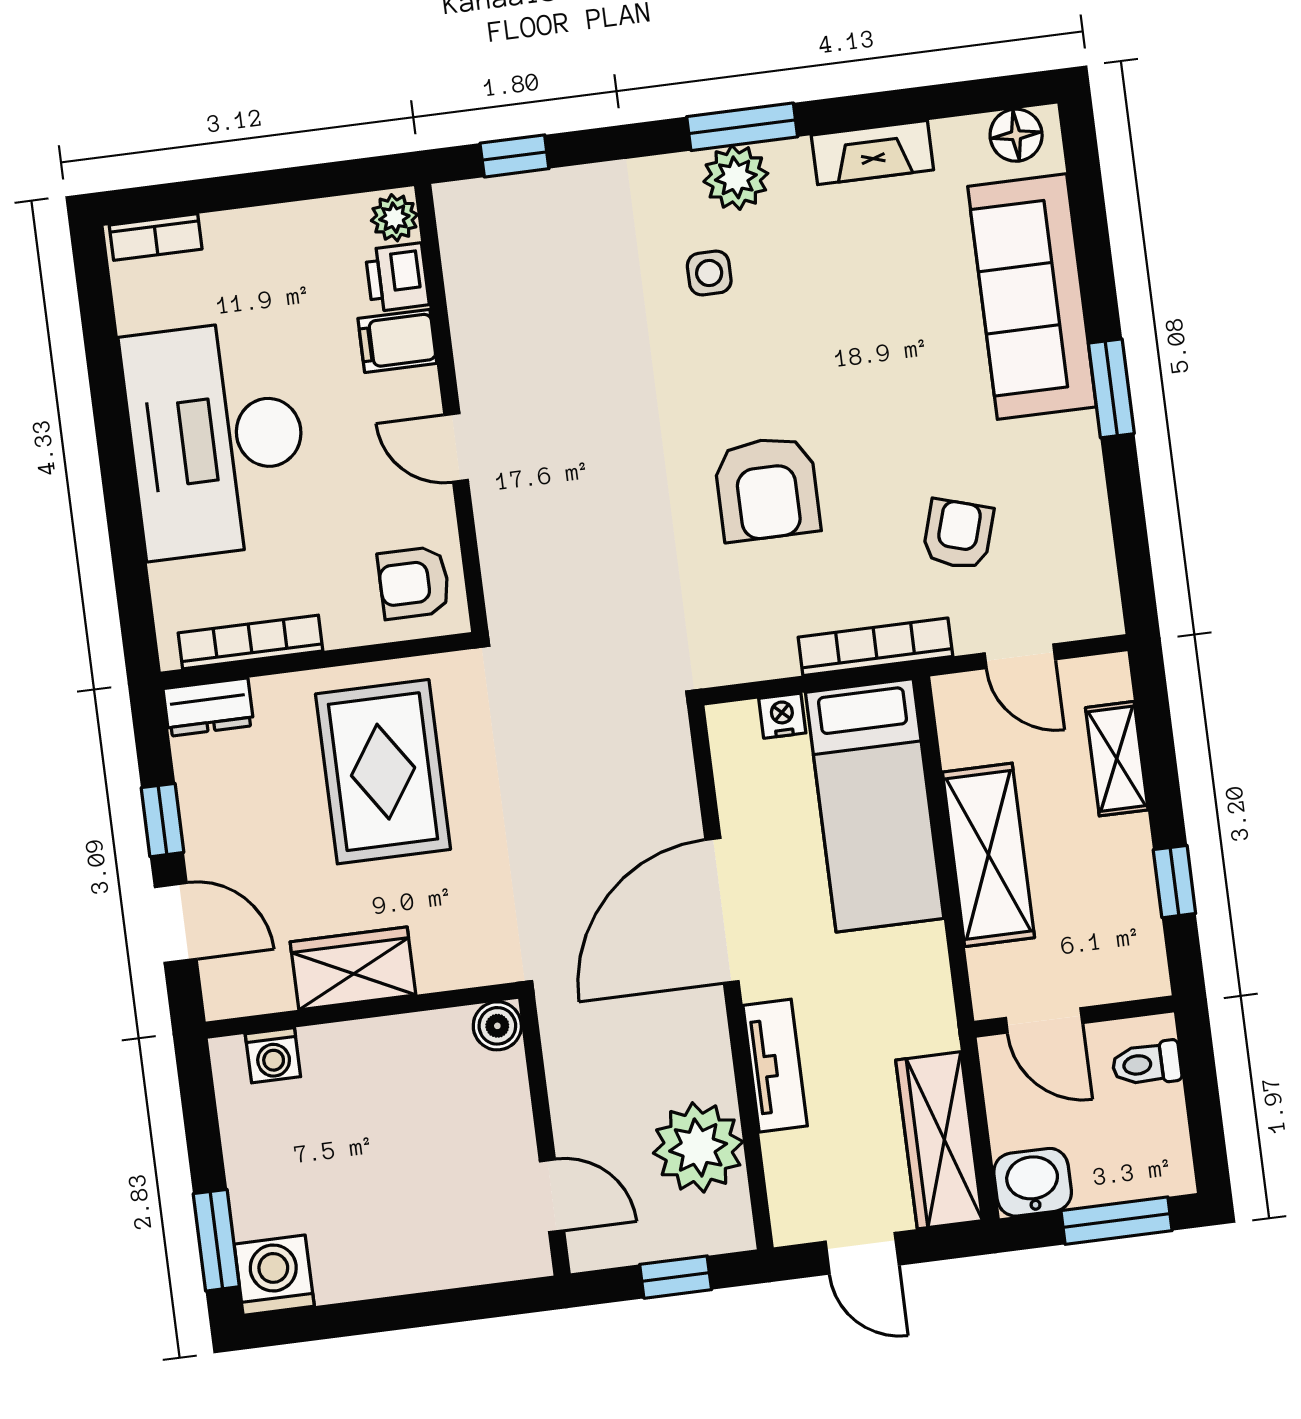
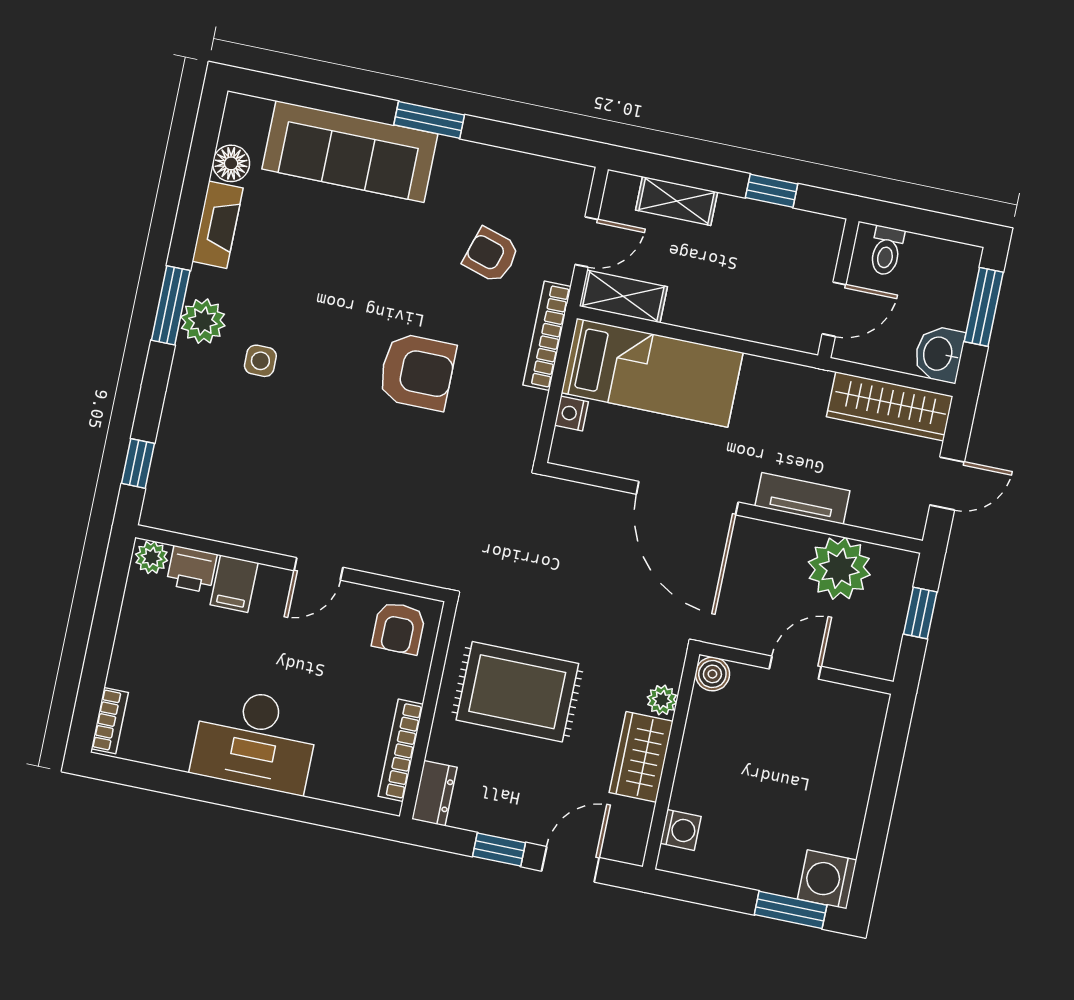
floor lamp: (1016, 135) -> (231, 163), moved
desk: (216, 439) -> (255, 740), width x0.73, depth x0.77
shelving: (988, 855) -> (623, 296), moved, width x0.67, depth x0.75
plant: (439, 970) -> (662, 700), added
door: (552, 1196) -> (795, 668), moved

